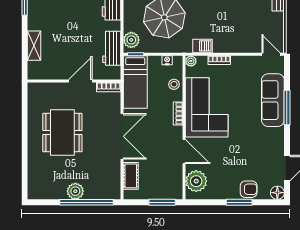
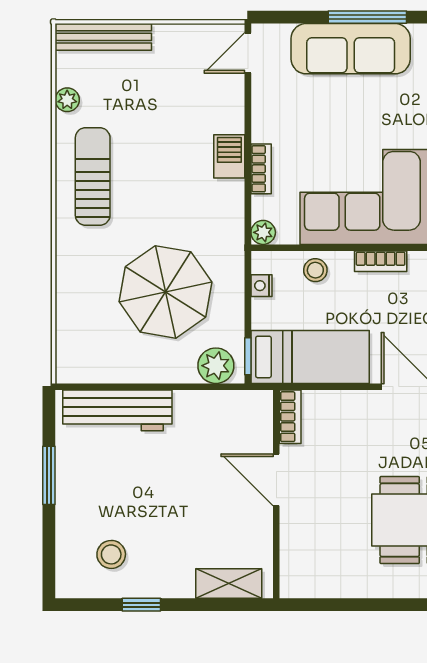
barbecue: (202, 46) -> (229, 156), moved
workbench: (112, 48) -> (235, 410), removed
wall: (74, 81) -> (276, 494), moved
door: (80, 81) -> (276, 480), moved
bookcase: (109, 87) -> (290, 417), moved

